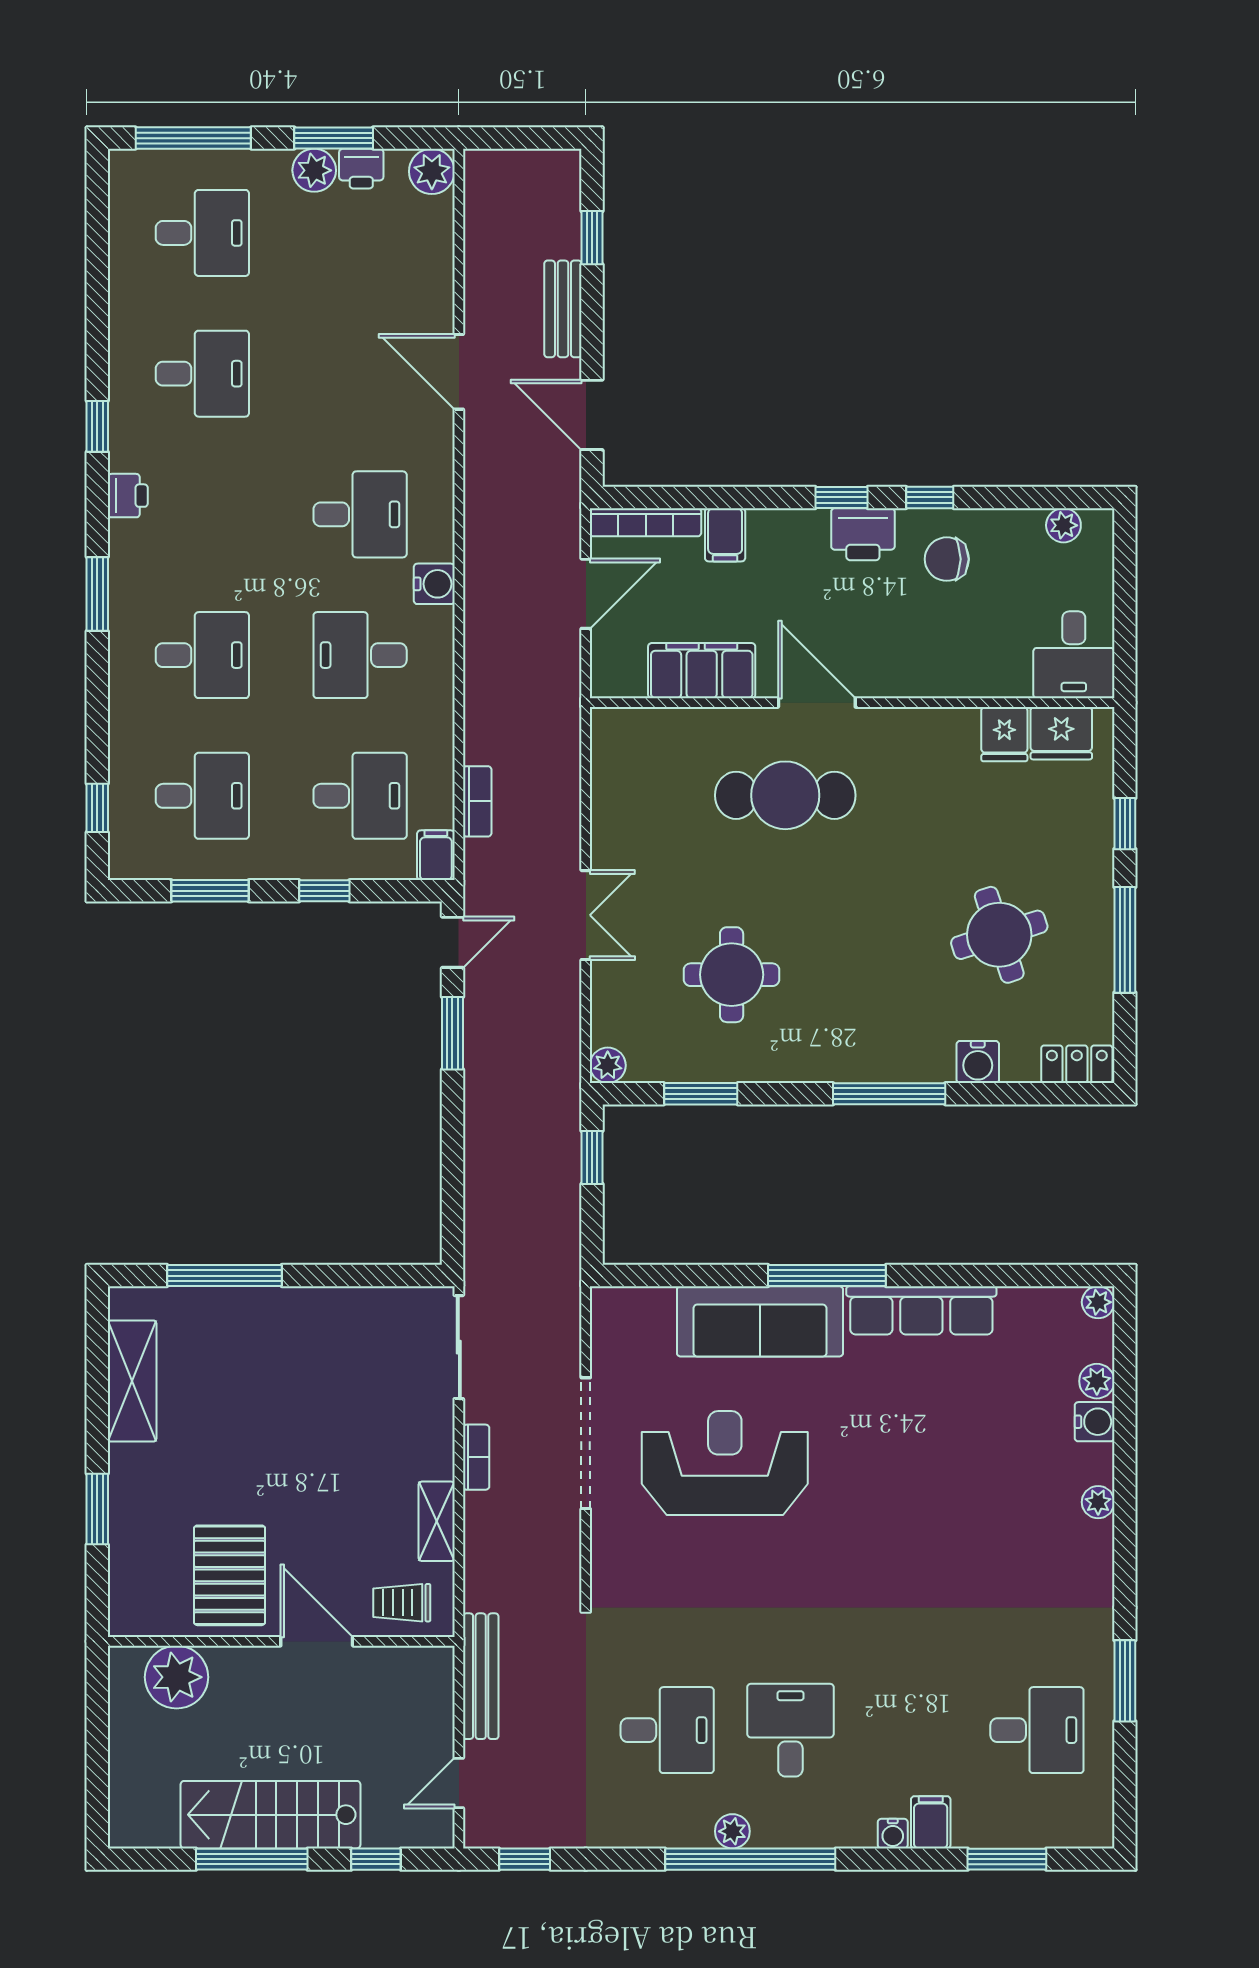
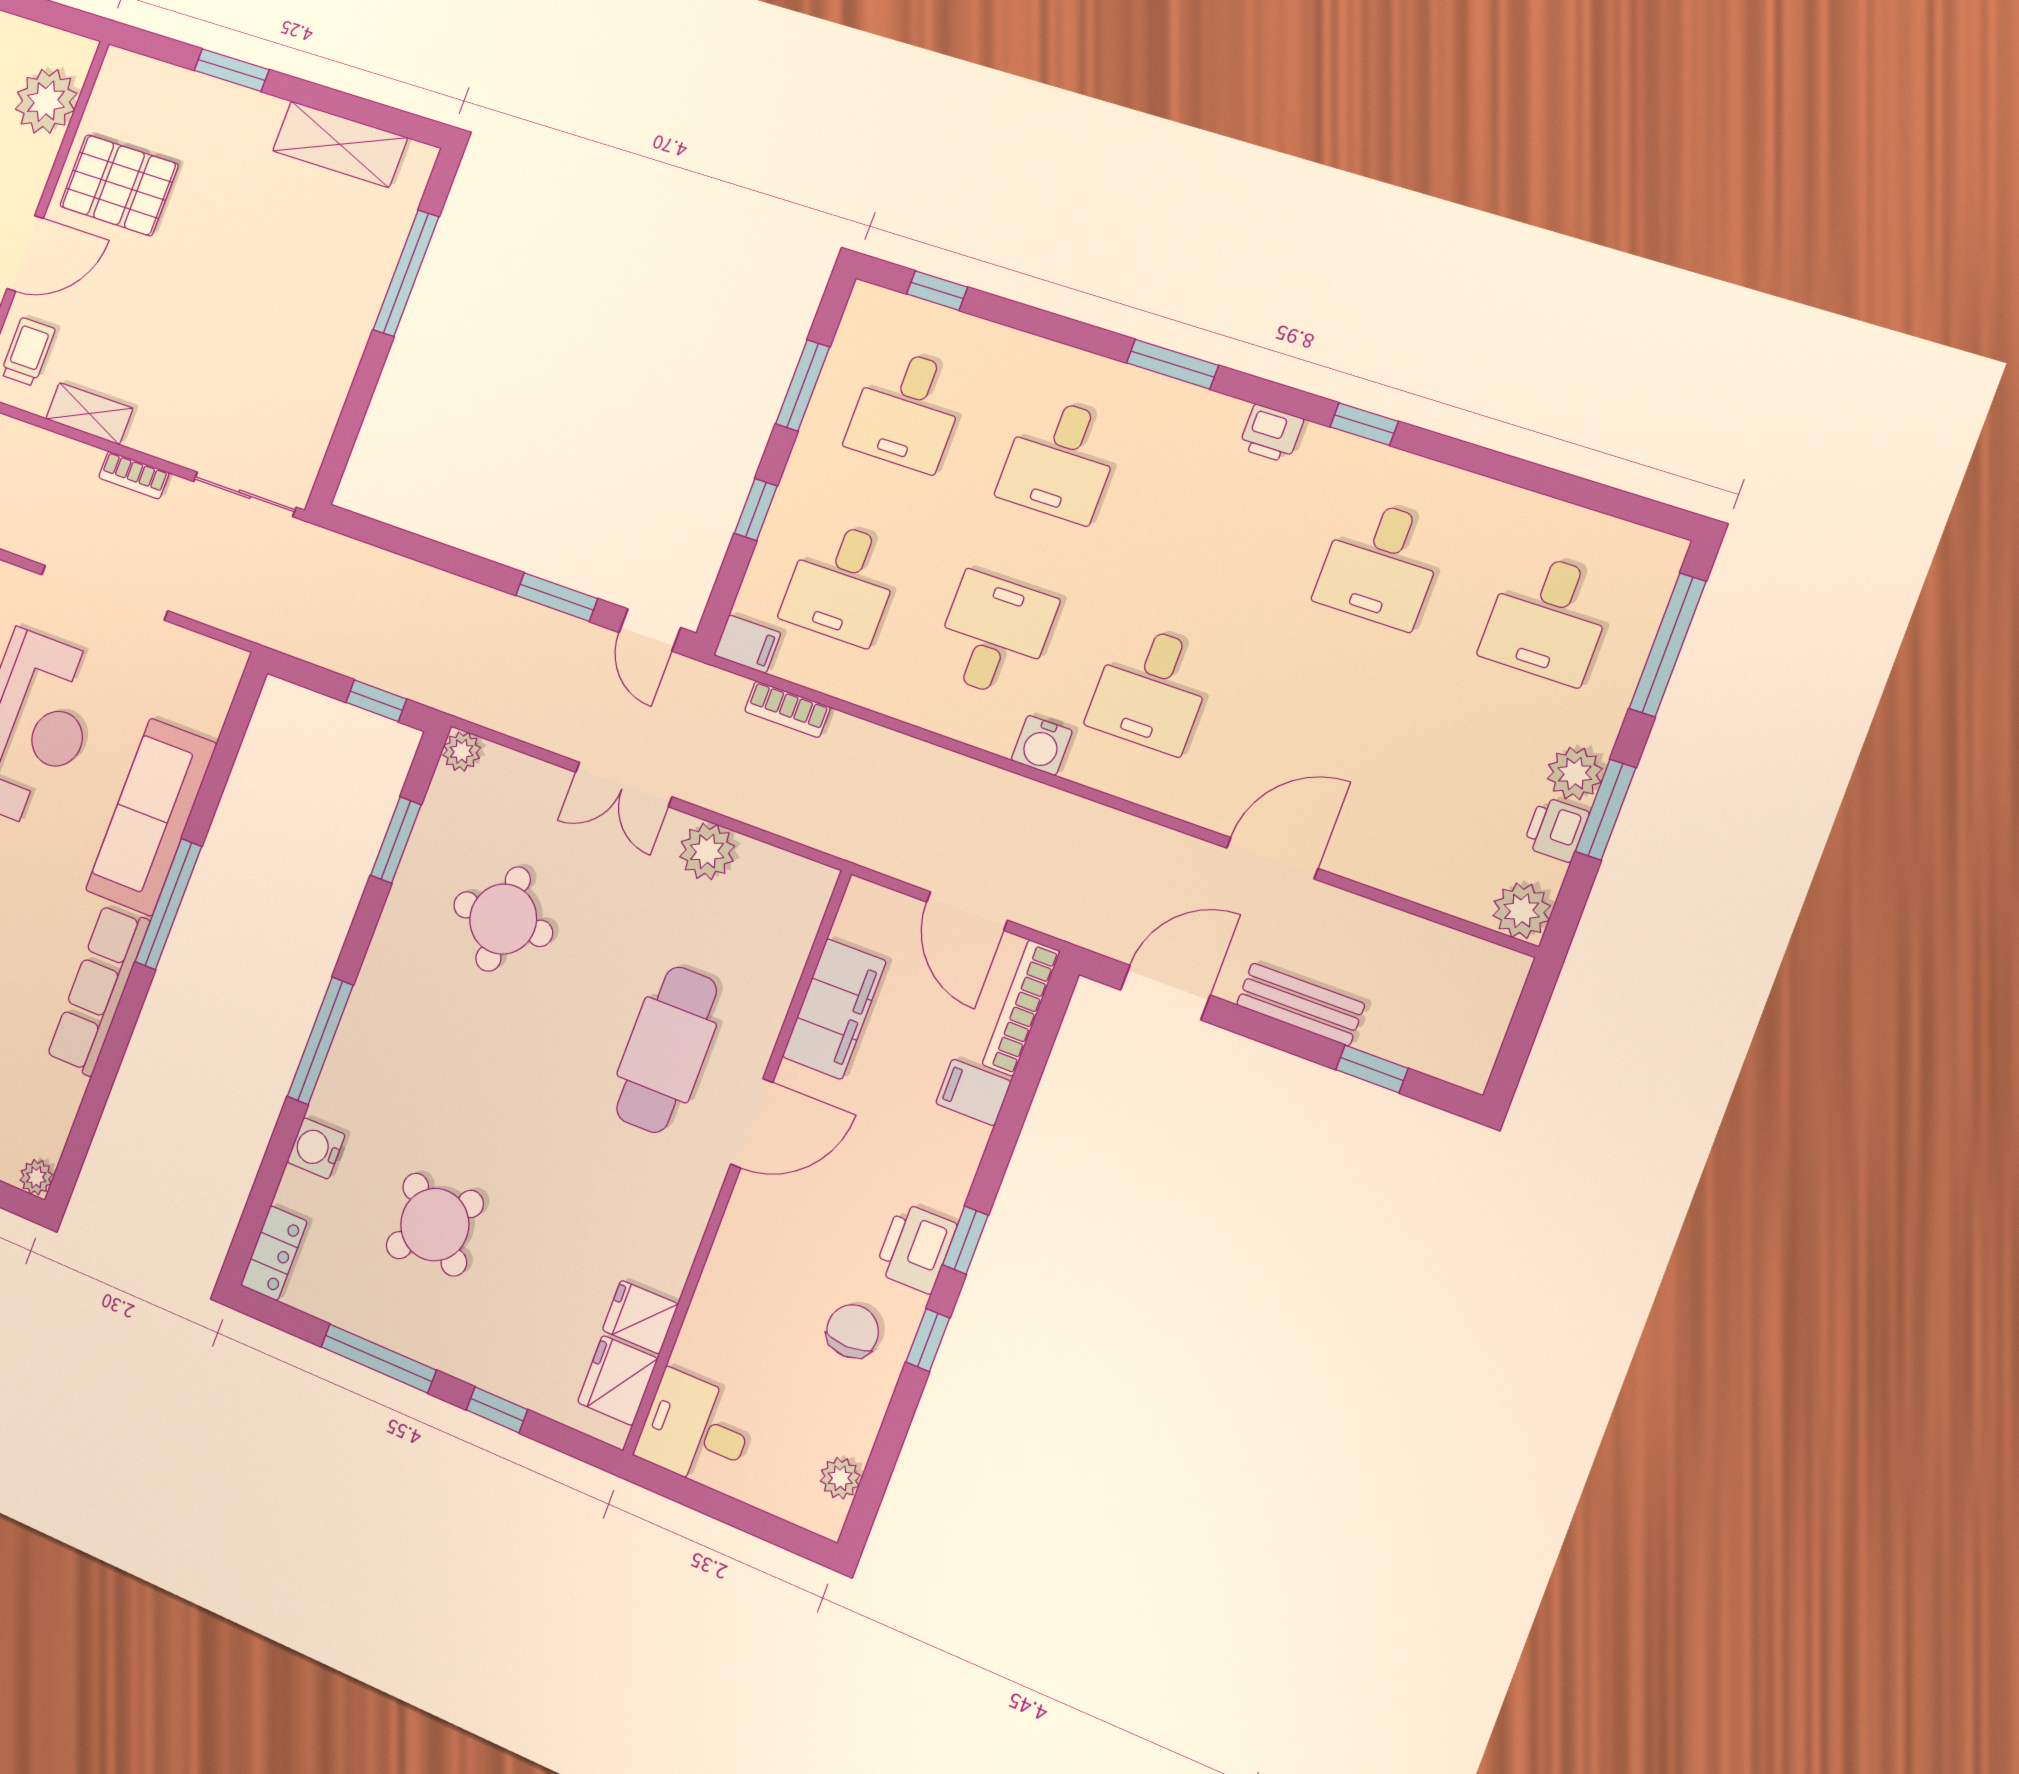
plant: (615, 824) -> (707, 851), added
round table: (999, 935) -> (435, 1225), turned -32

